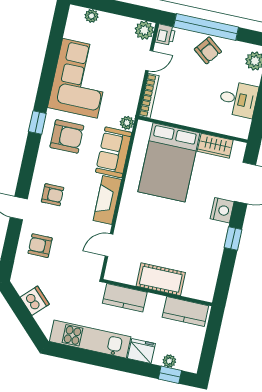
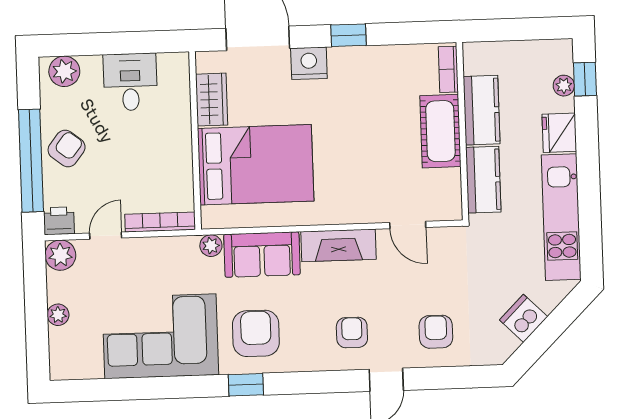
plant: (92, 16) -> (58, 315), moved
door: (149, 61) -> (106, 236), hinge flipped
armchair: (40, 246) -> (436, 332), turned 180
bookcase: (197, 294) -> (448, 69), added
kitchen counter: (185, 311) -> (482, 110), moved

